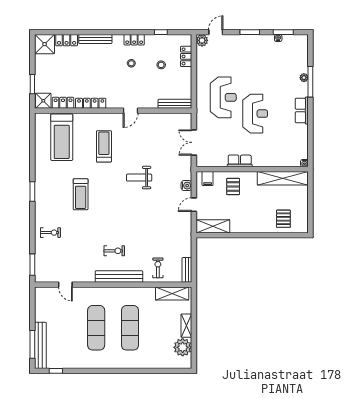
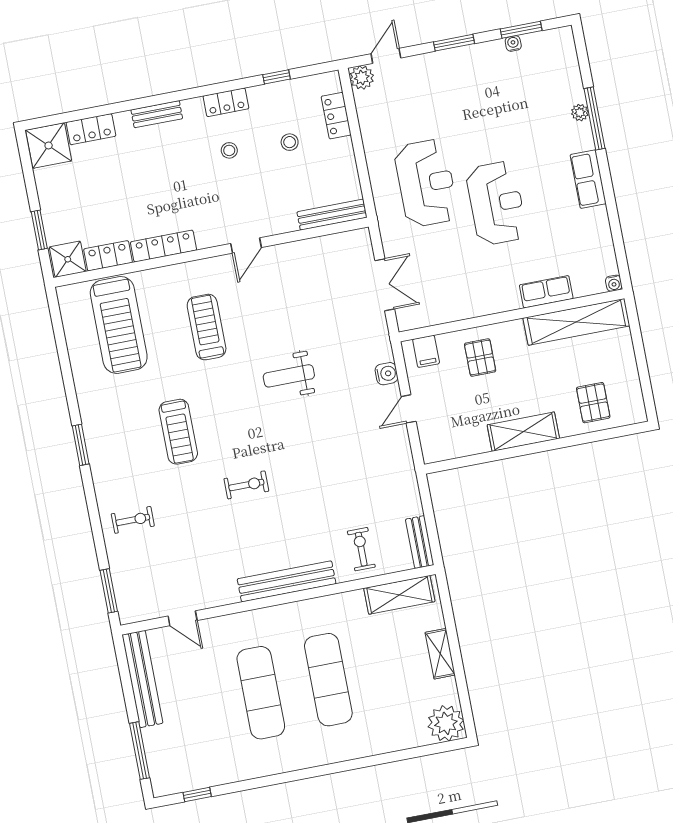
bench: (95, 39) -> (157, 114), width x0.73
double door: (194, 142) -> (385, 285), swing flipped
row of seats: (240, 161) -> (546, 292), moved
shelving: (213, 226) -> (523, 432), moved
exercise bike: (114, 251) -> (246, 485), moved
bench: (40, 345) -> (142, 679), moved
plant: (183, 347) -> (446, 723), moved

